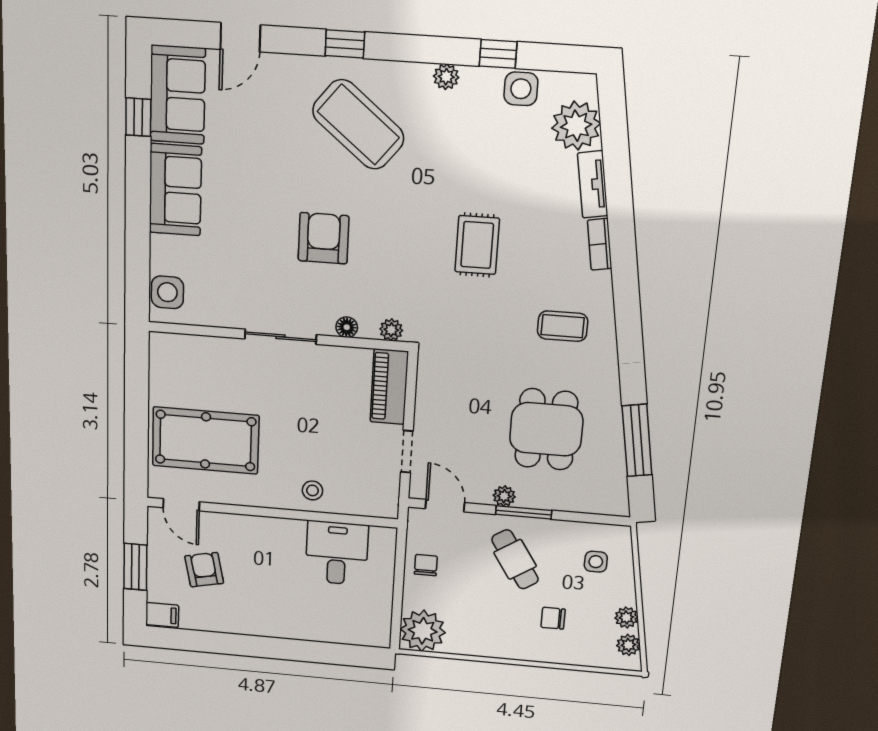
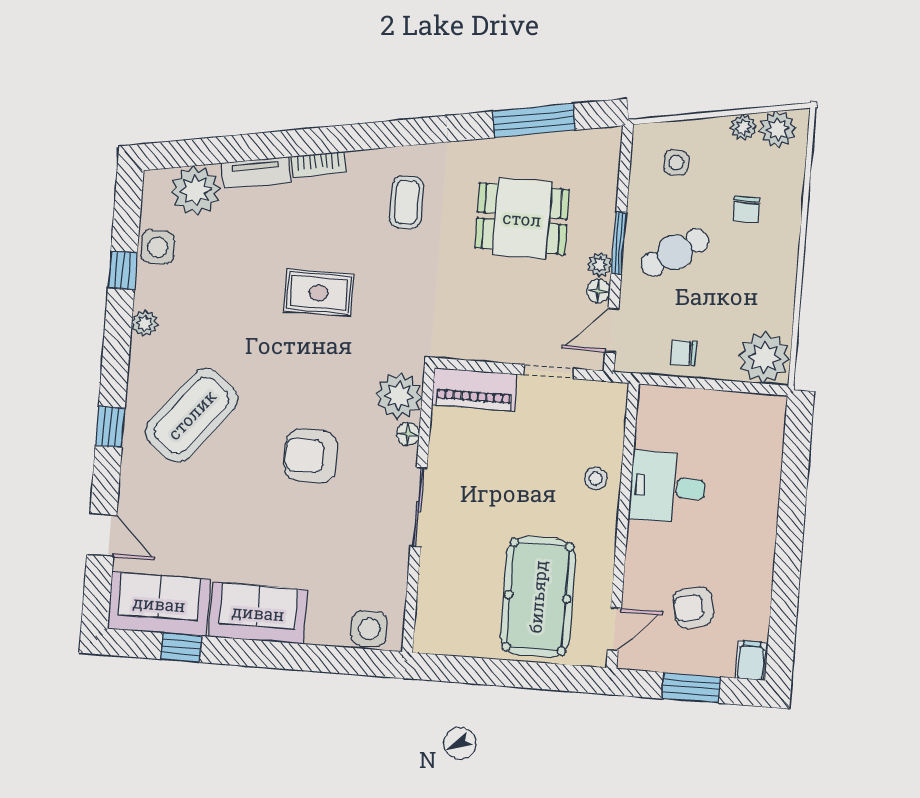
plant: (391, 330) -> (399, 396), width x1.87, depth x1.87
floor lamp: (480, 495) -> (598, 291), added
desk: (337, 553) -> (668, 487), moved
plant: (628, 645) -> (778, 129), width x1.38, depth x1.38

